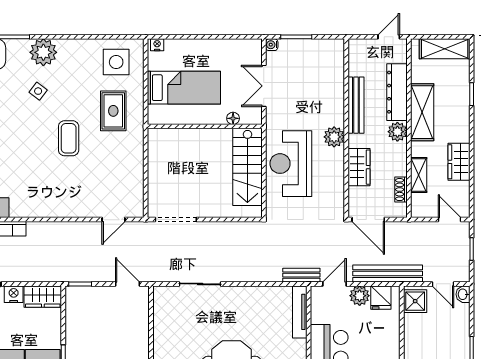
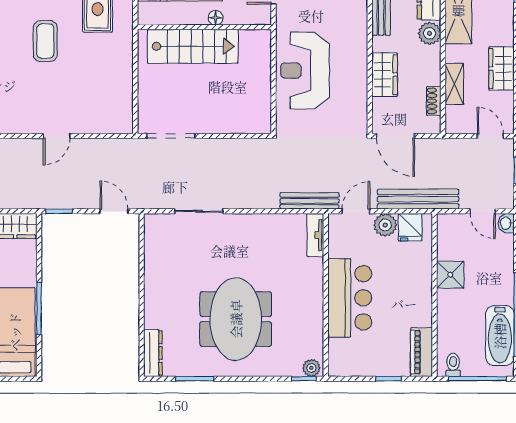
floor lamp: (233, 118) -> (216, 18), moved
plant: (334, 137) -> (356, 39), removed
stairs: (247, 167) -> (193, 46), moved, turned -90
door: (113, 220) -> (57, 136), moved
bench: (301, 275) -> (309, 201), width x1.36
shower: (415, 301) -> (450, 275), moved
tv unit: (300, 312) -> (315, 235), width x0.71

